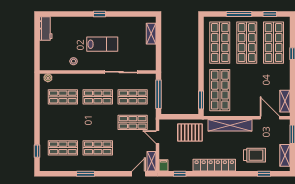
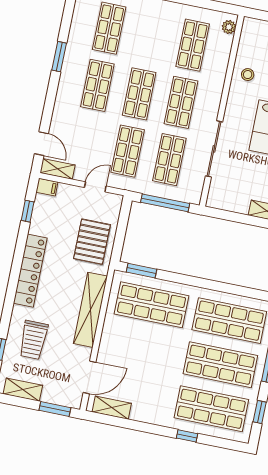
shop shelf: (98, 122) -> (139, 94), added

